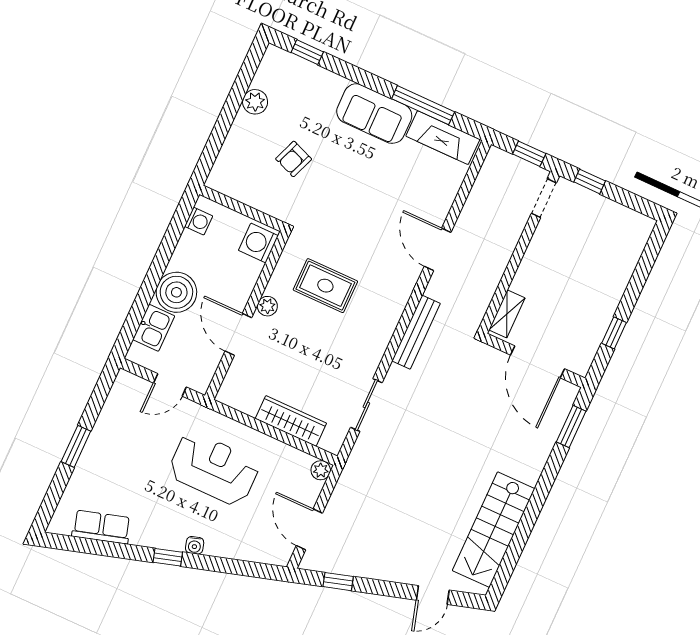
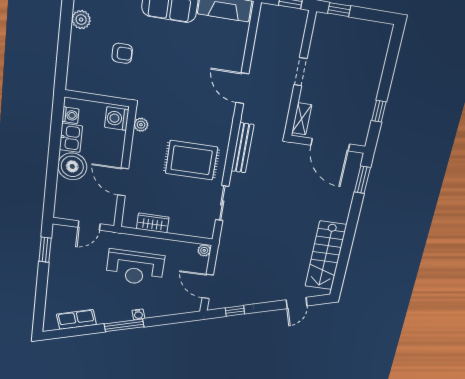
armchair: (294, 159) -> (122, 53), turned -111
doorway: (544, 198) -> (301, 72), moved
rug: (325, 286) -> (191, 160), moved, width x1.36, depth x1.43
plant: (267, 306) -> (141, 125), moved
kitchen sink: (154, 328) -> (71, 138), moved
wardrobe: (291, 421) -> (153, 223), moved, width x0.67
window: (76, 446) -> (45, 250), moved
reception desk: (214, 469) -> (135, 268), turned 180
window: (168, 557) -> (124, 325), width x2.17

